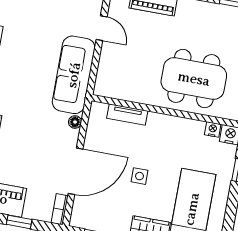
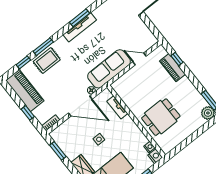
door: (102, 28) -> (139, 59), swing flipped
dining table: (194, 79) -> (161, 117), width x0.73
door: (75, 171) -> (80, 106), moved

